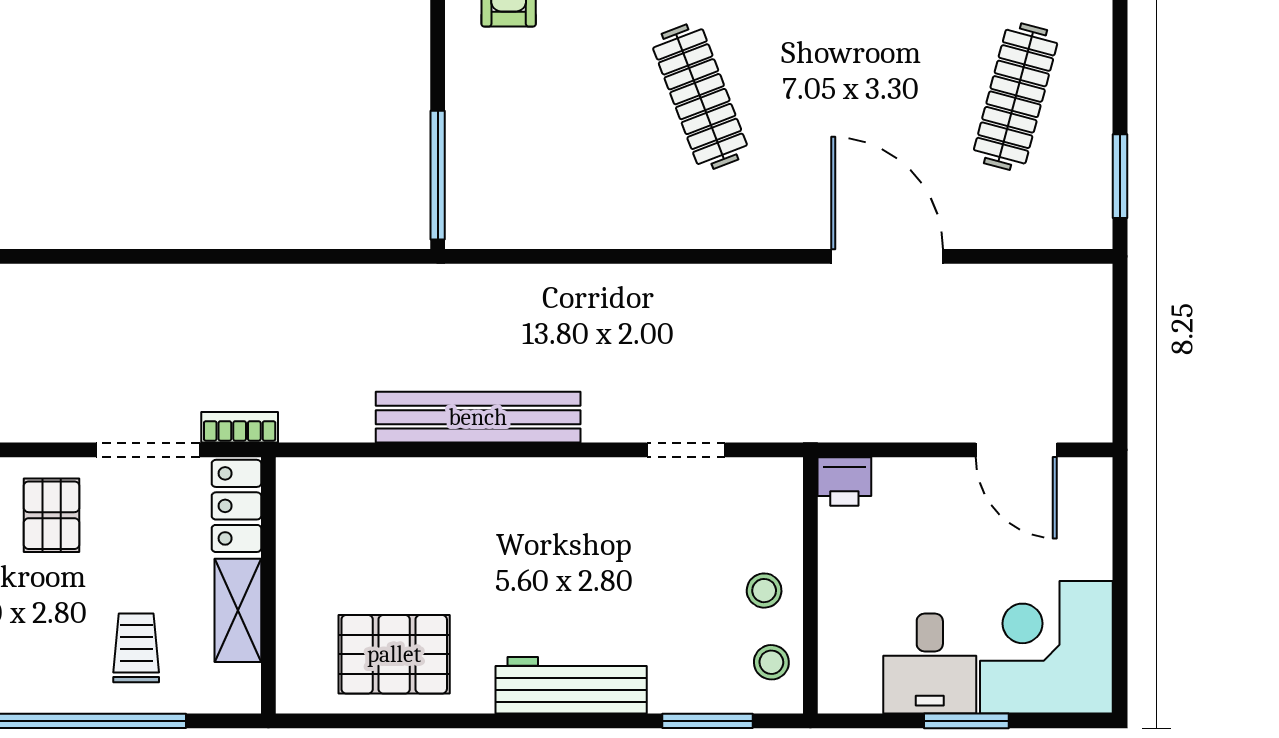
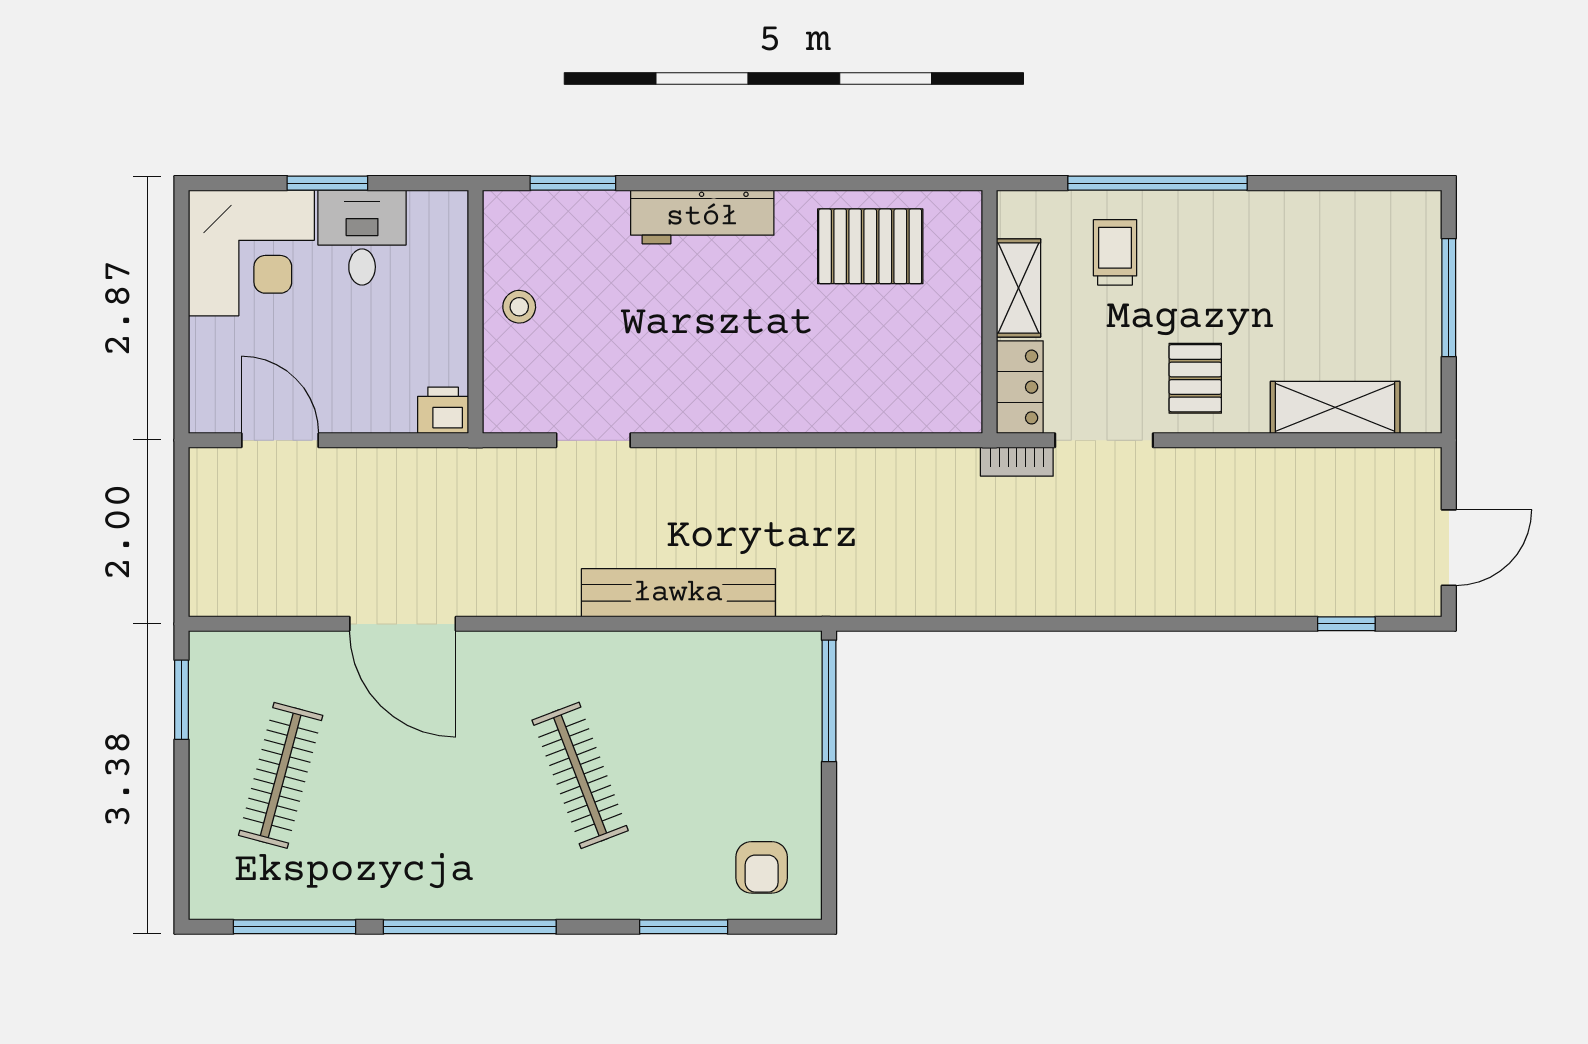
bench: (478, 417) -> (678, 593), moved
trolley: (136, 648) -> (1115, 252), turned 180
stool: (771, 662) -> (512, 239), removed

